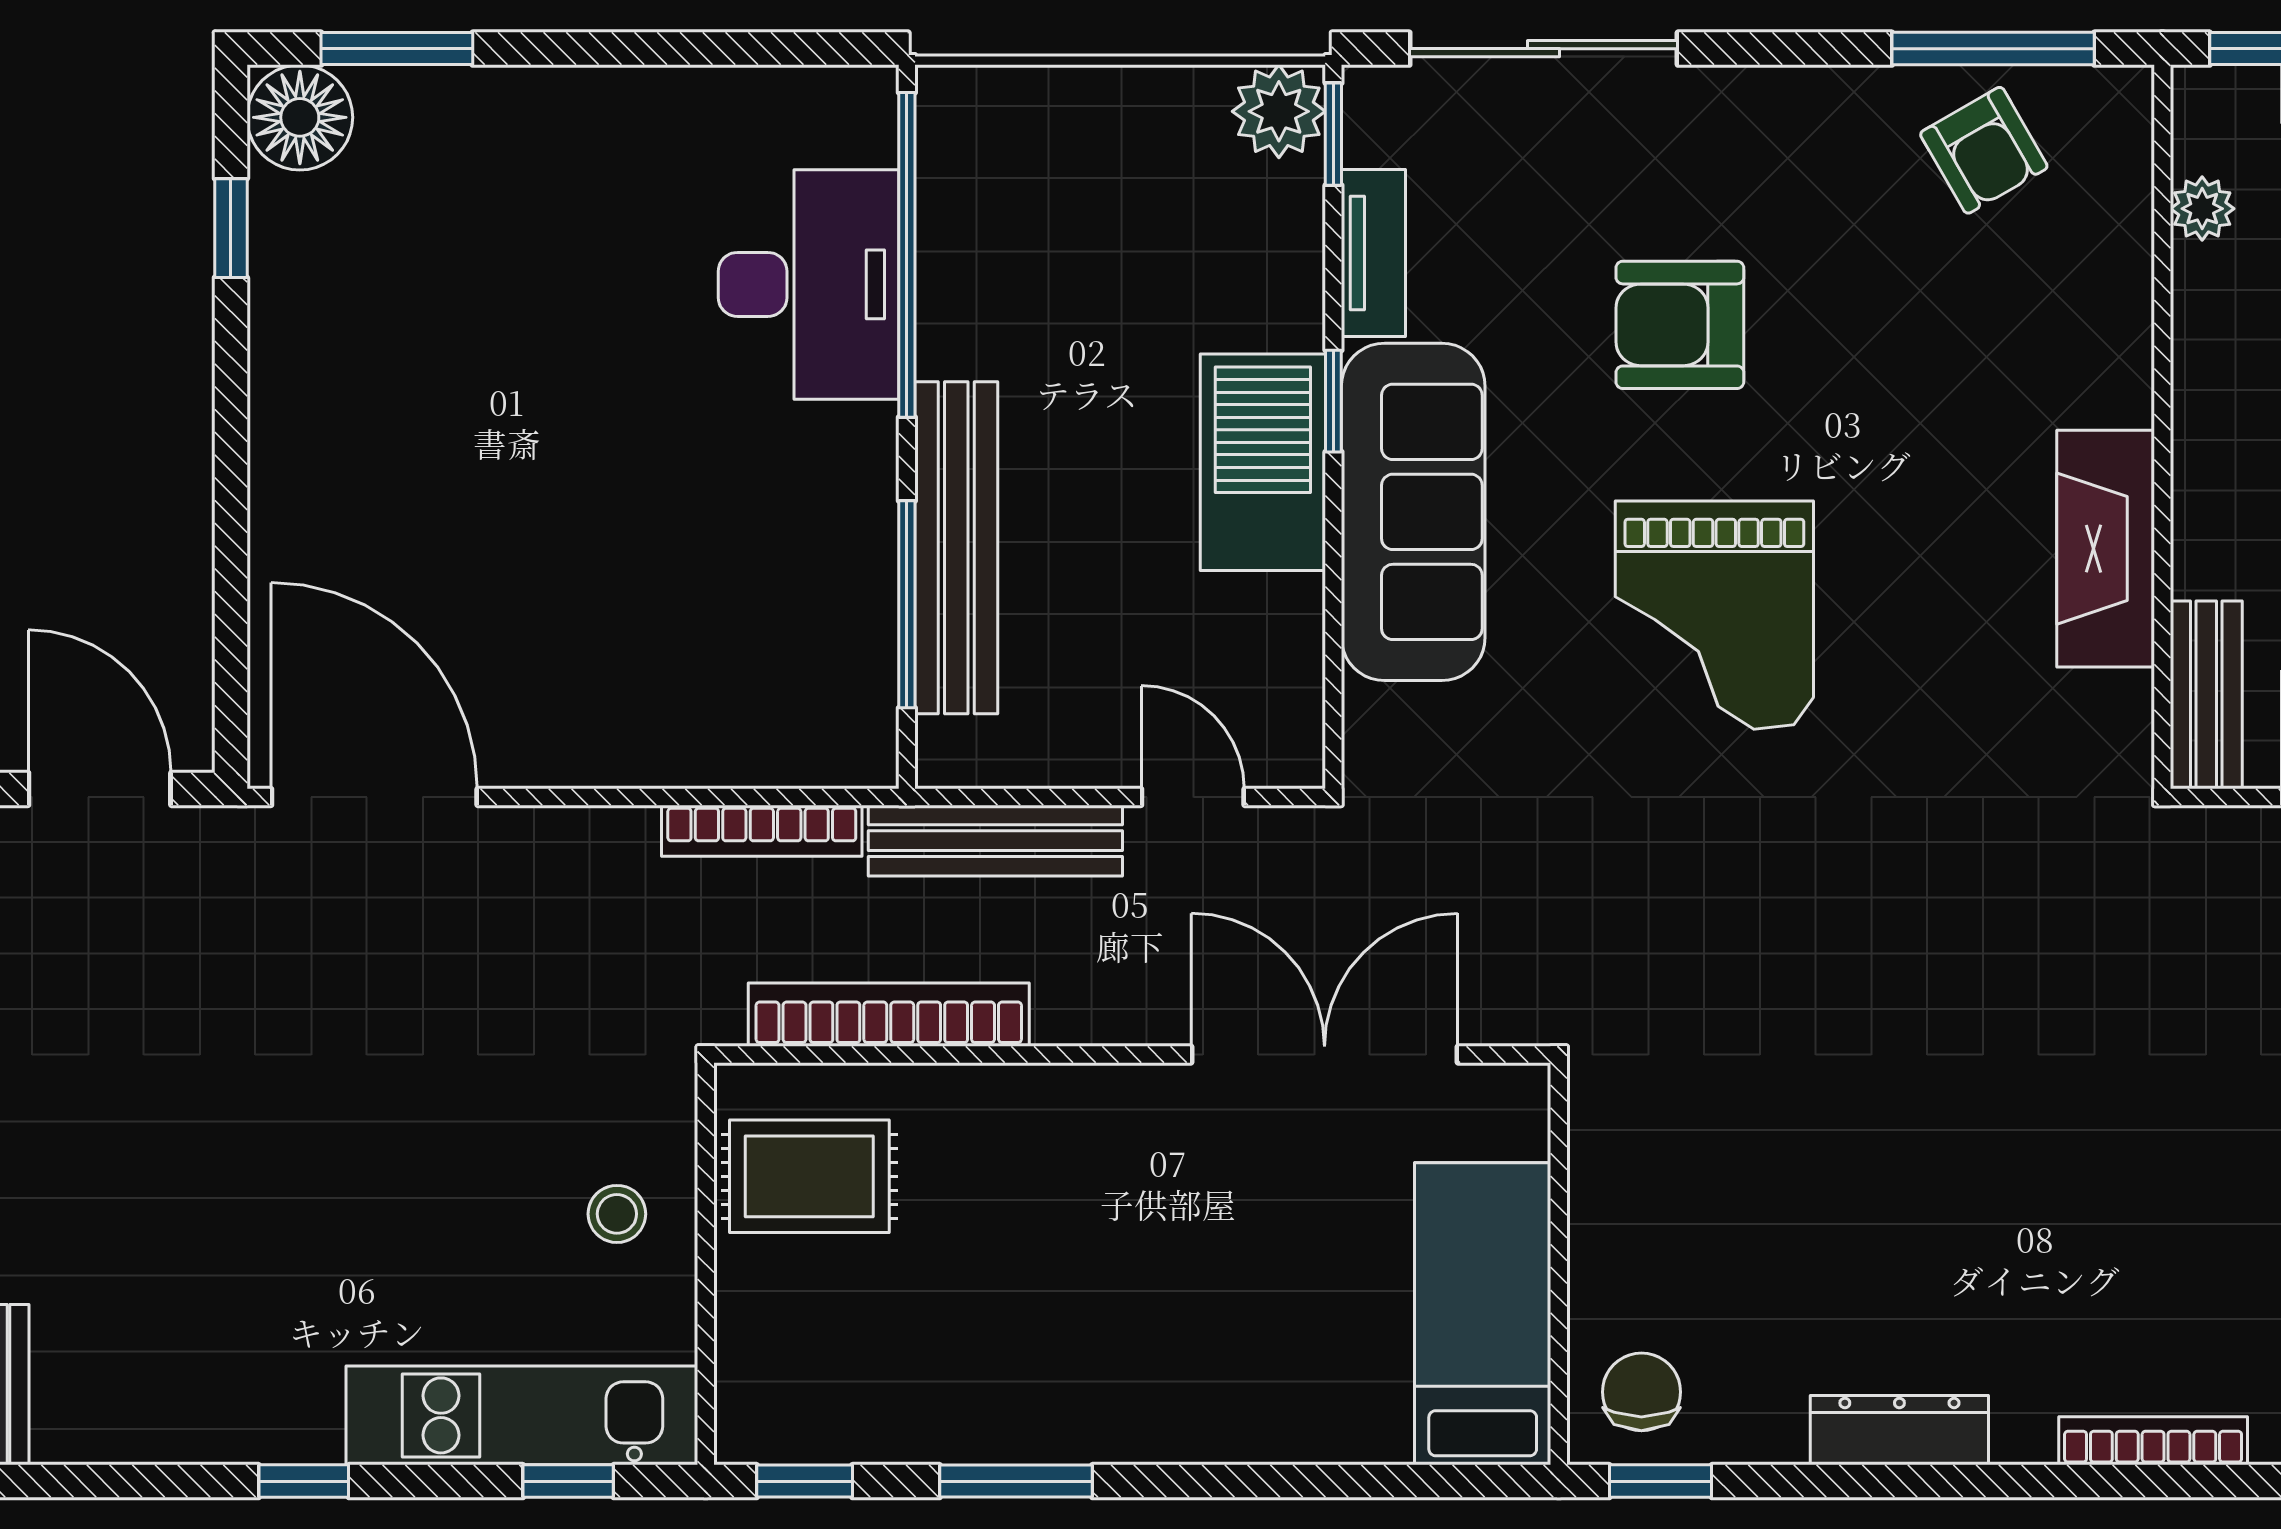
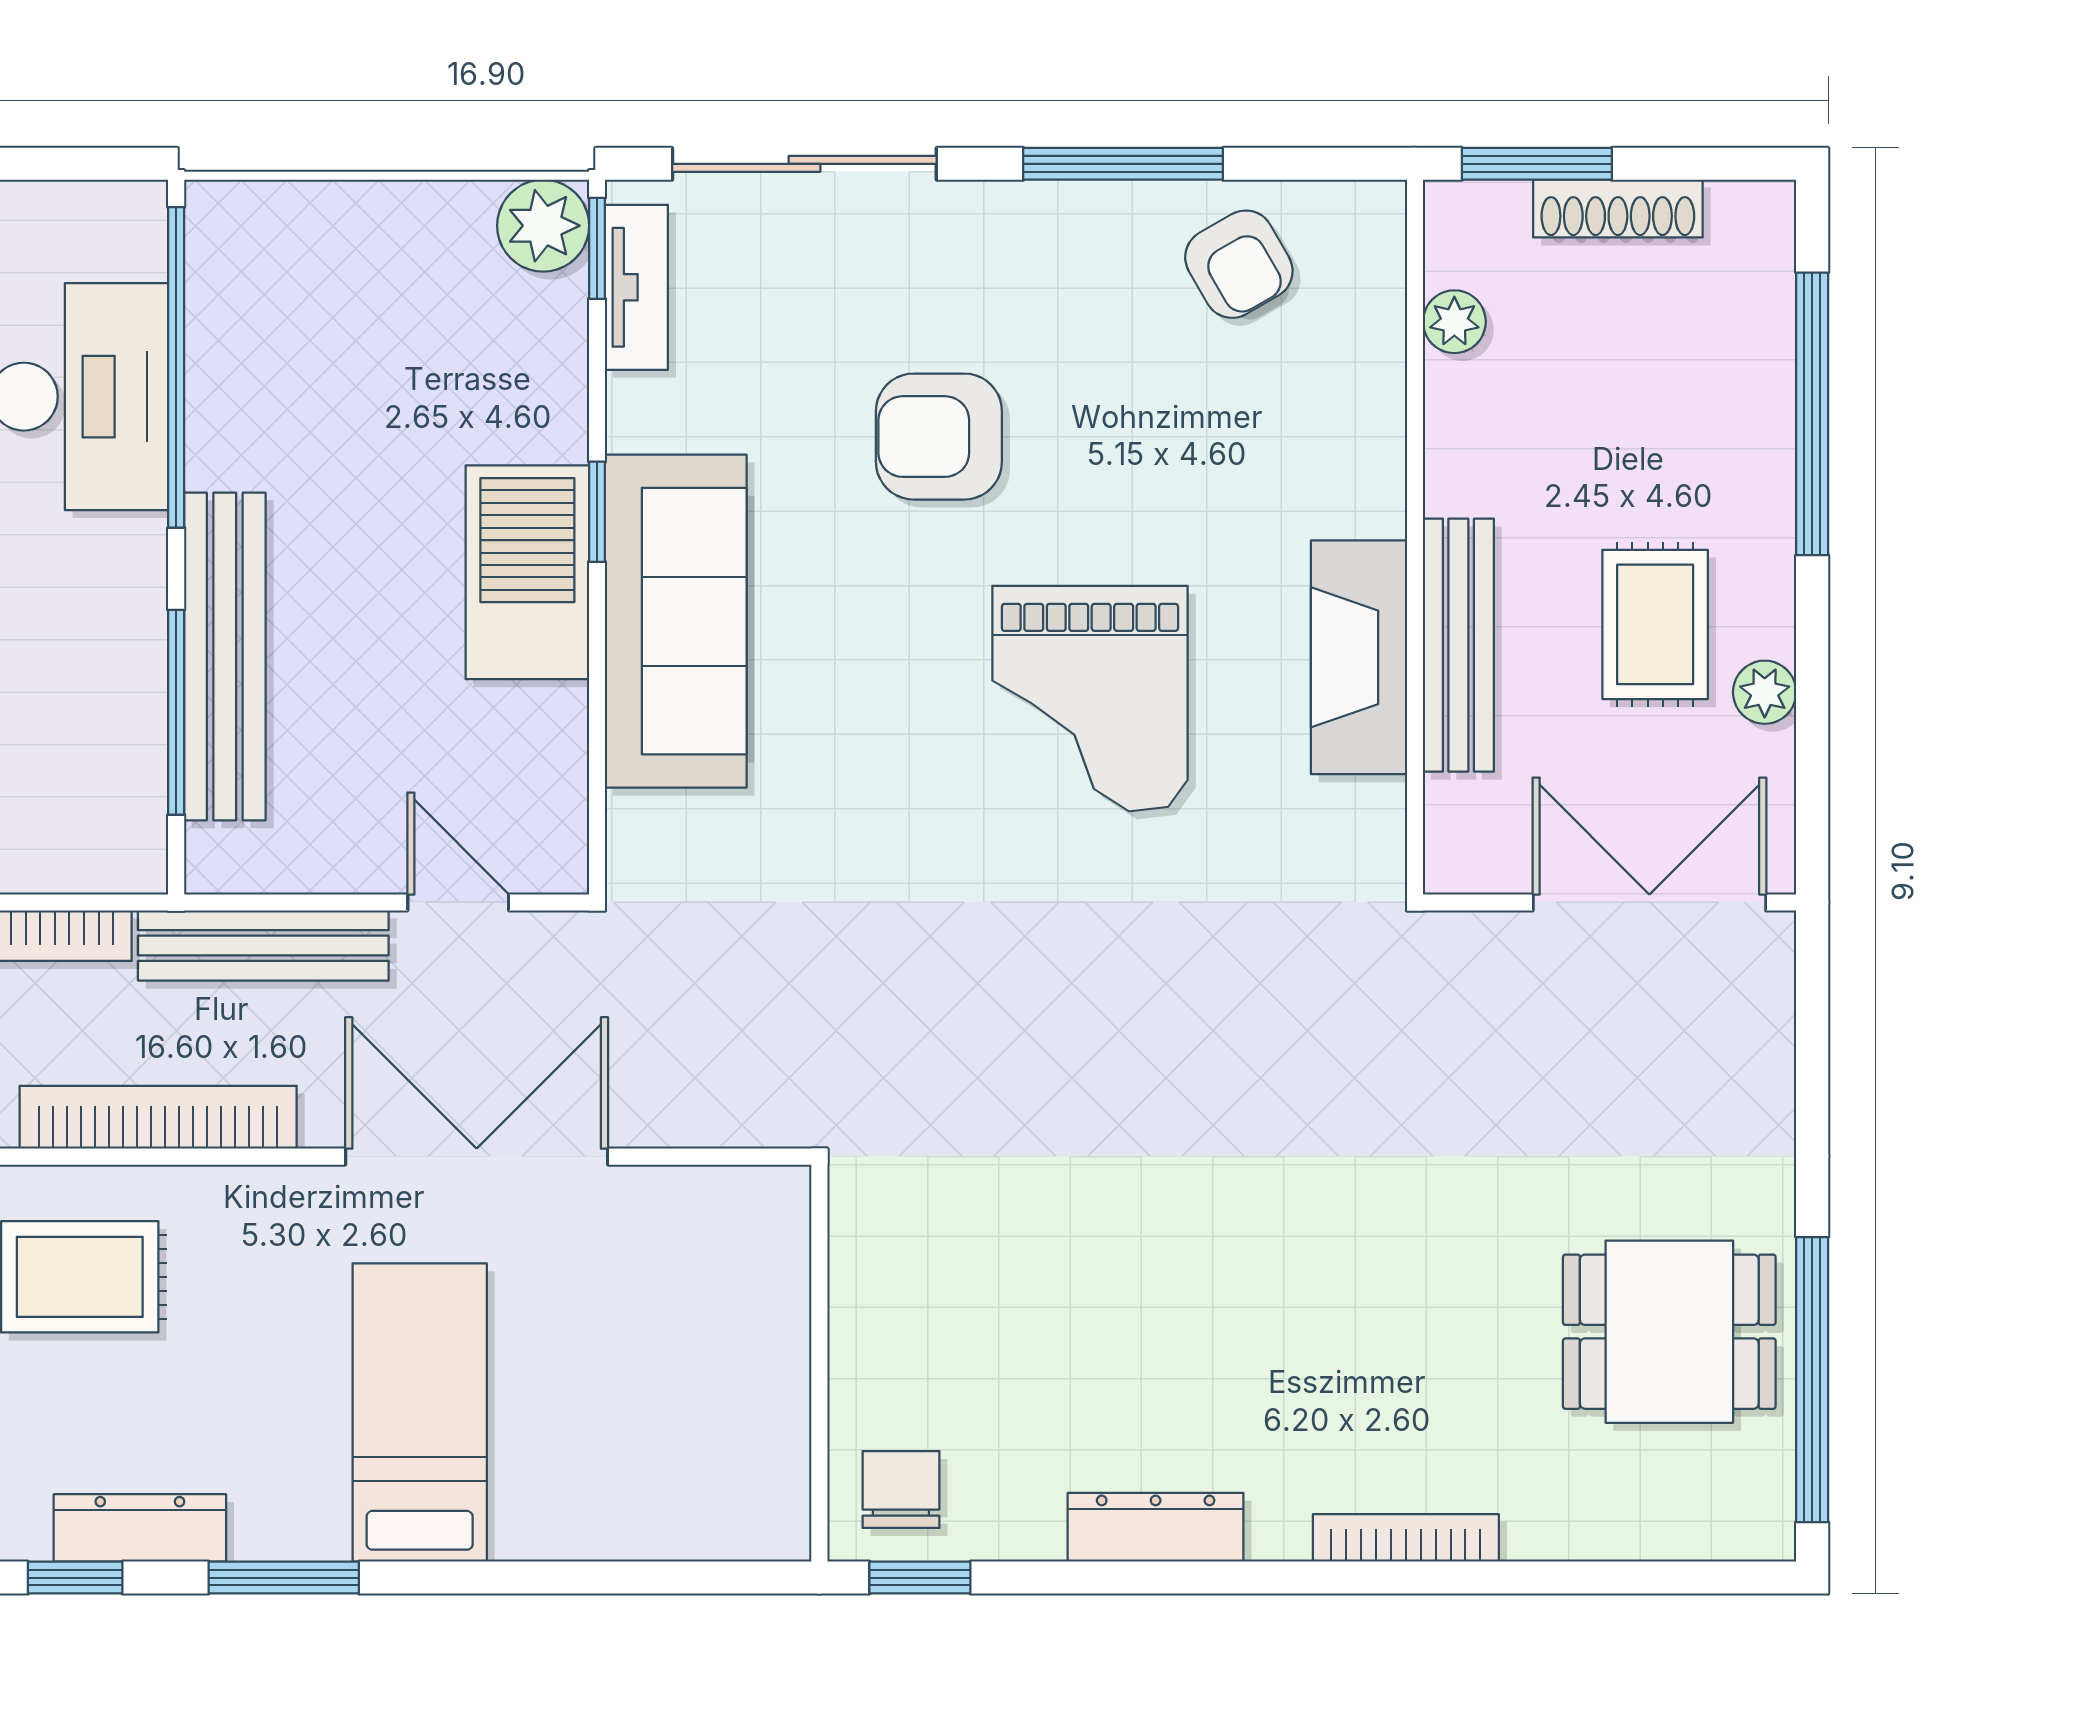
window: (1993, 49) -> (1123, 164), moved
tv unit: (1373, 253) -> (636, 287), moved
grand piano: (1714, 615) -> (1090, 699), moved
bench: (2206, 695) -> (1458, 645), moved, width x1.36
double door: (1325, 1055) -> (477, 1157), moved
bed: (1483, 1314) -> (420, 1412), moved
dresser: (870, 1431) -> (140, 1528), added

